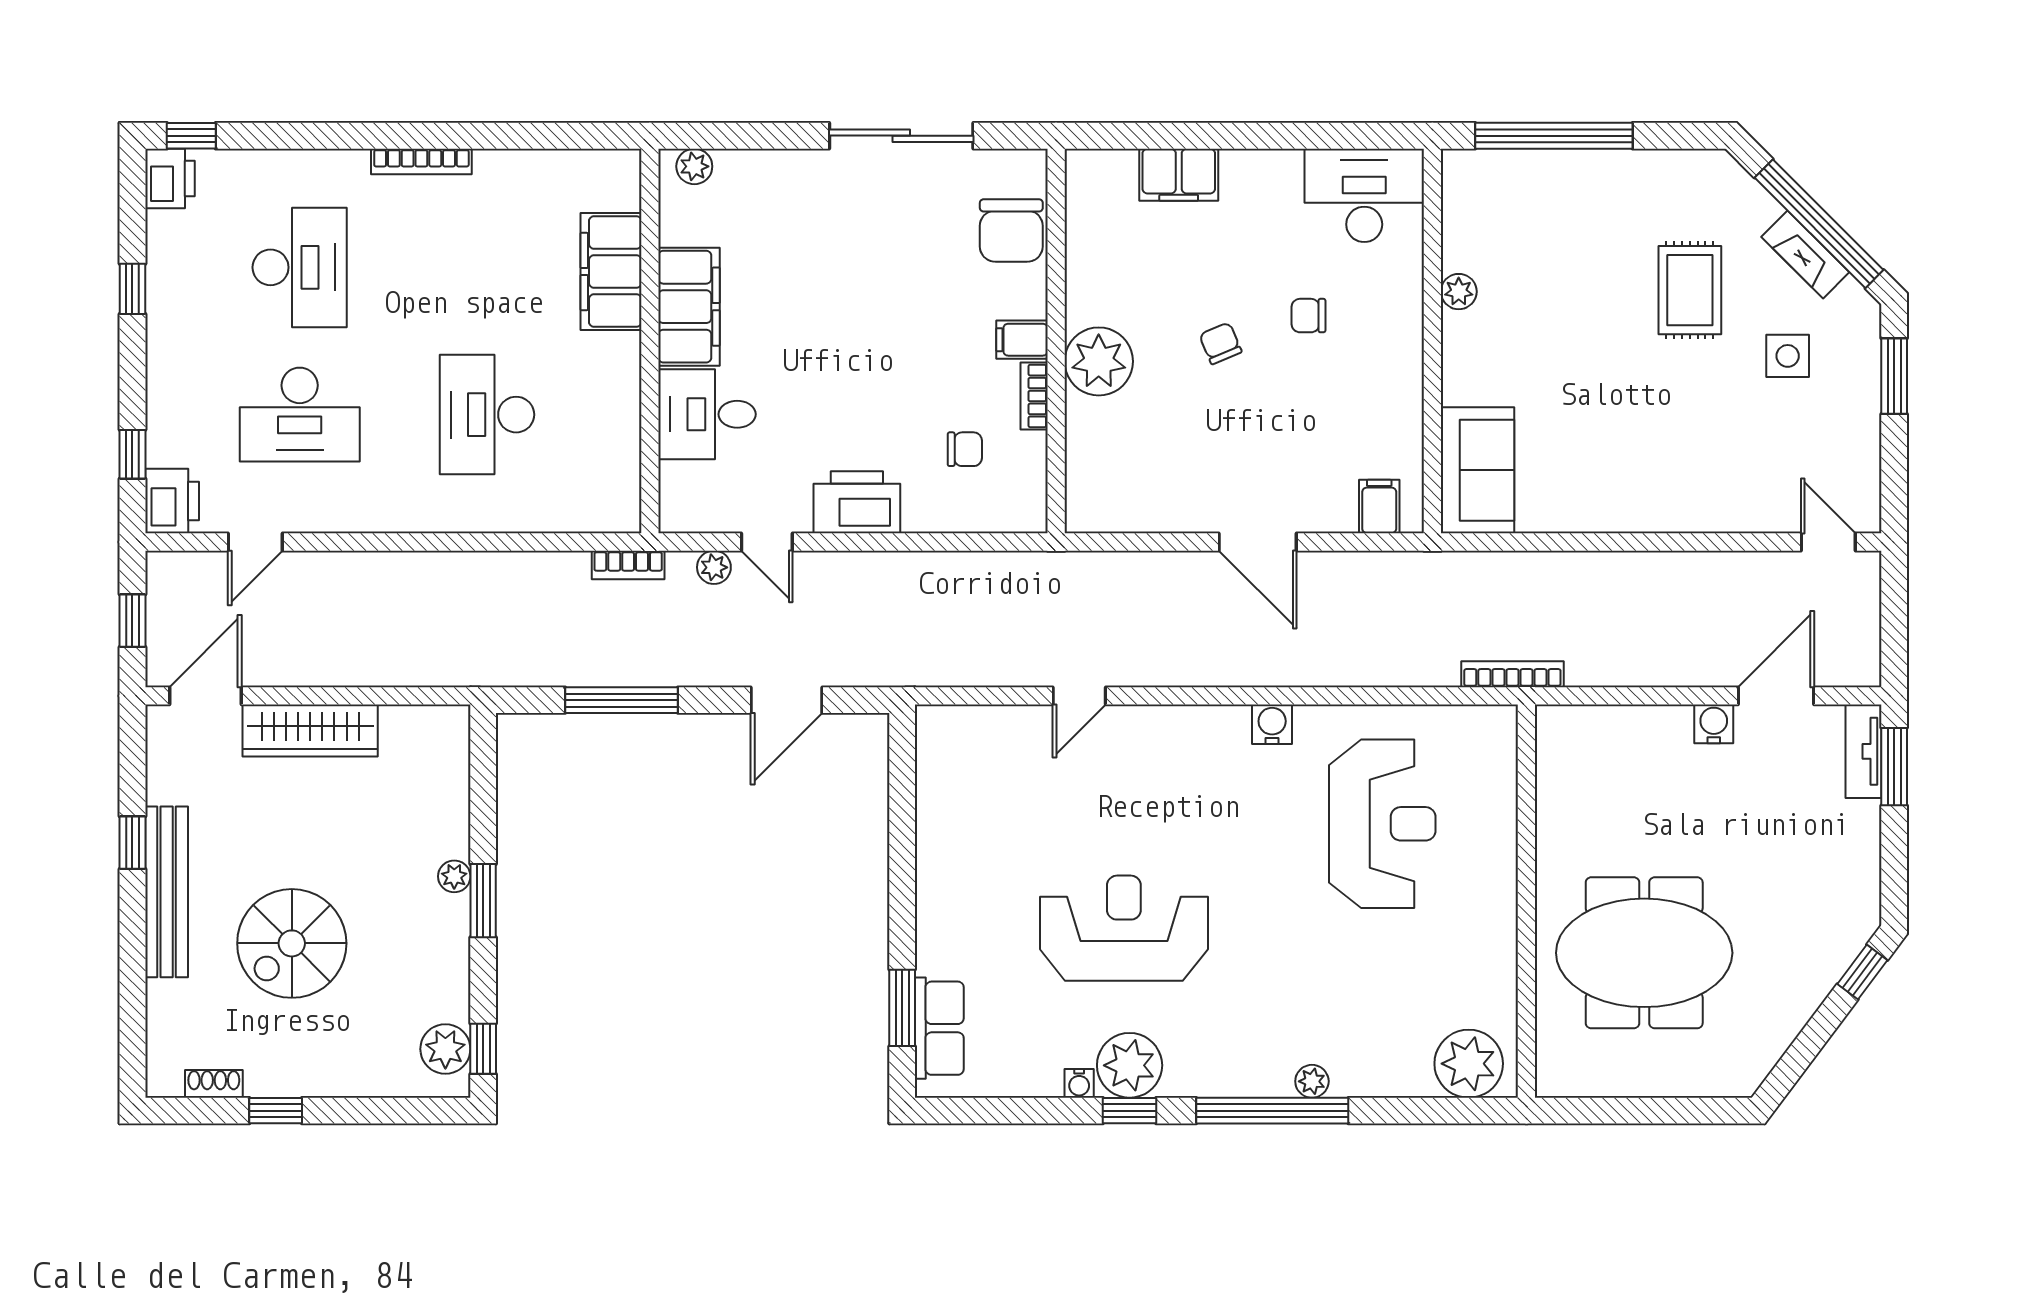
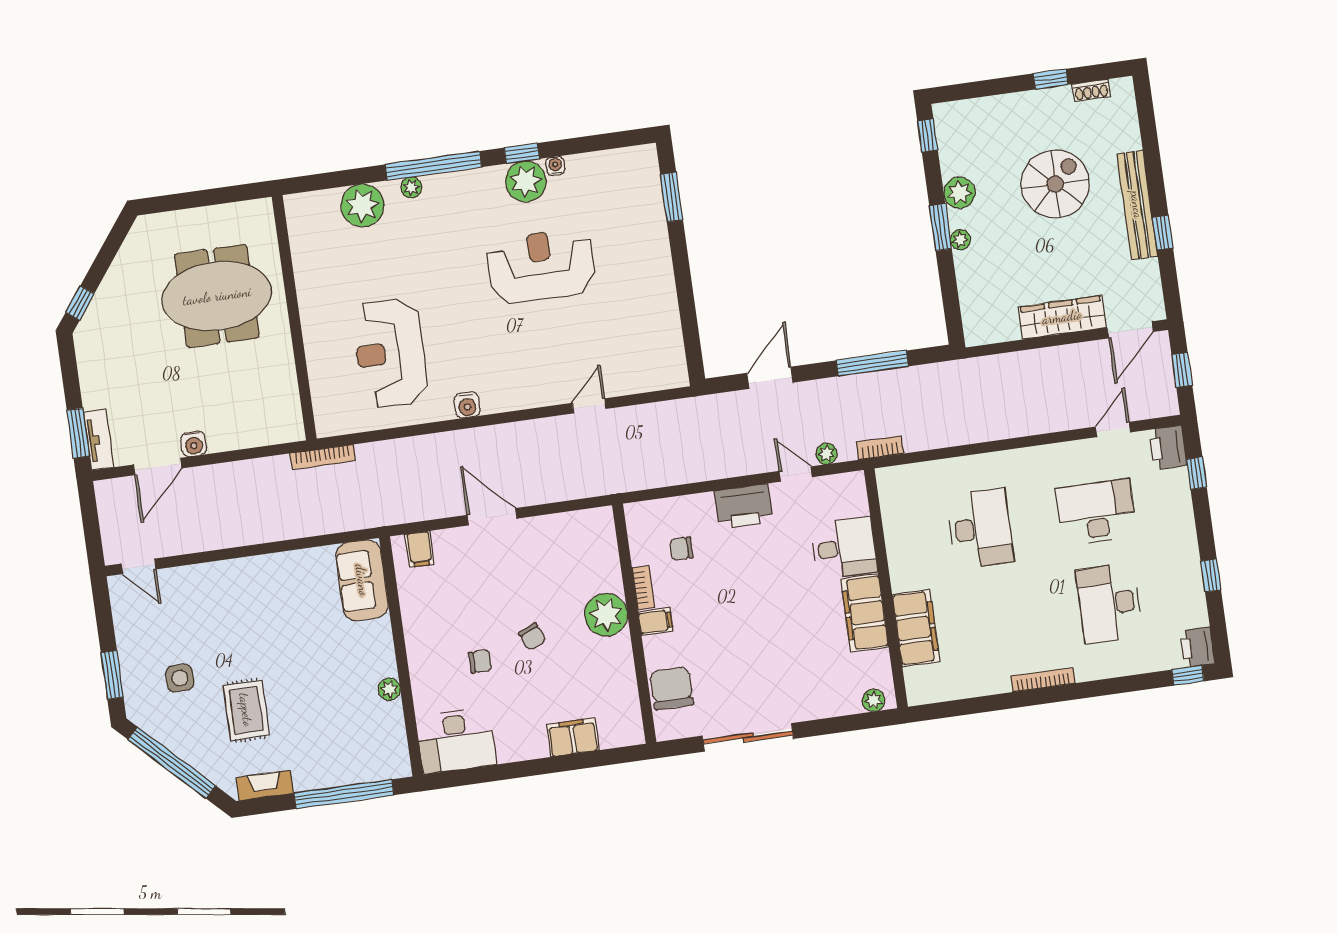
fireplace: (1805, 254) -> (265, 785), moved, turned -45
reception desk: (1124, 928) -> (541, 266), turned 180
row of seats: (939, 1028) -> (647, 188), removed
plant: (445, 1049) -> (959, 193), moved
plant: (1469, 1064) -> (362, 205), moved

